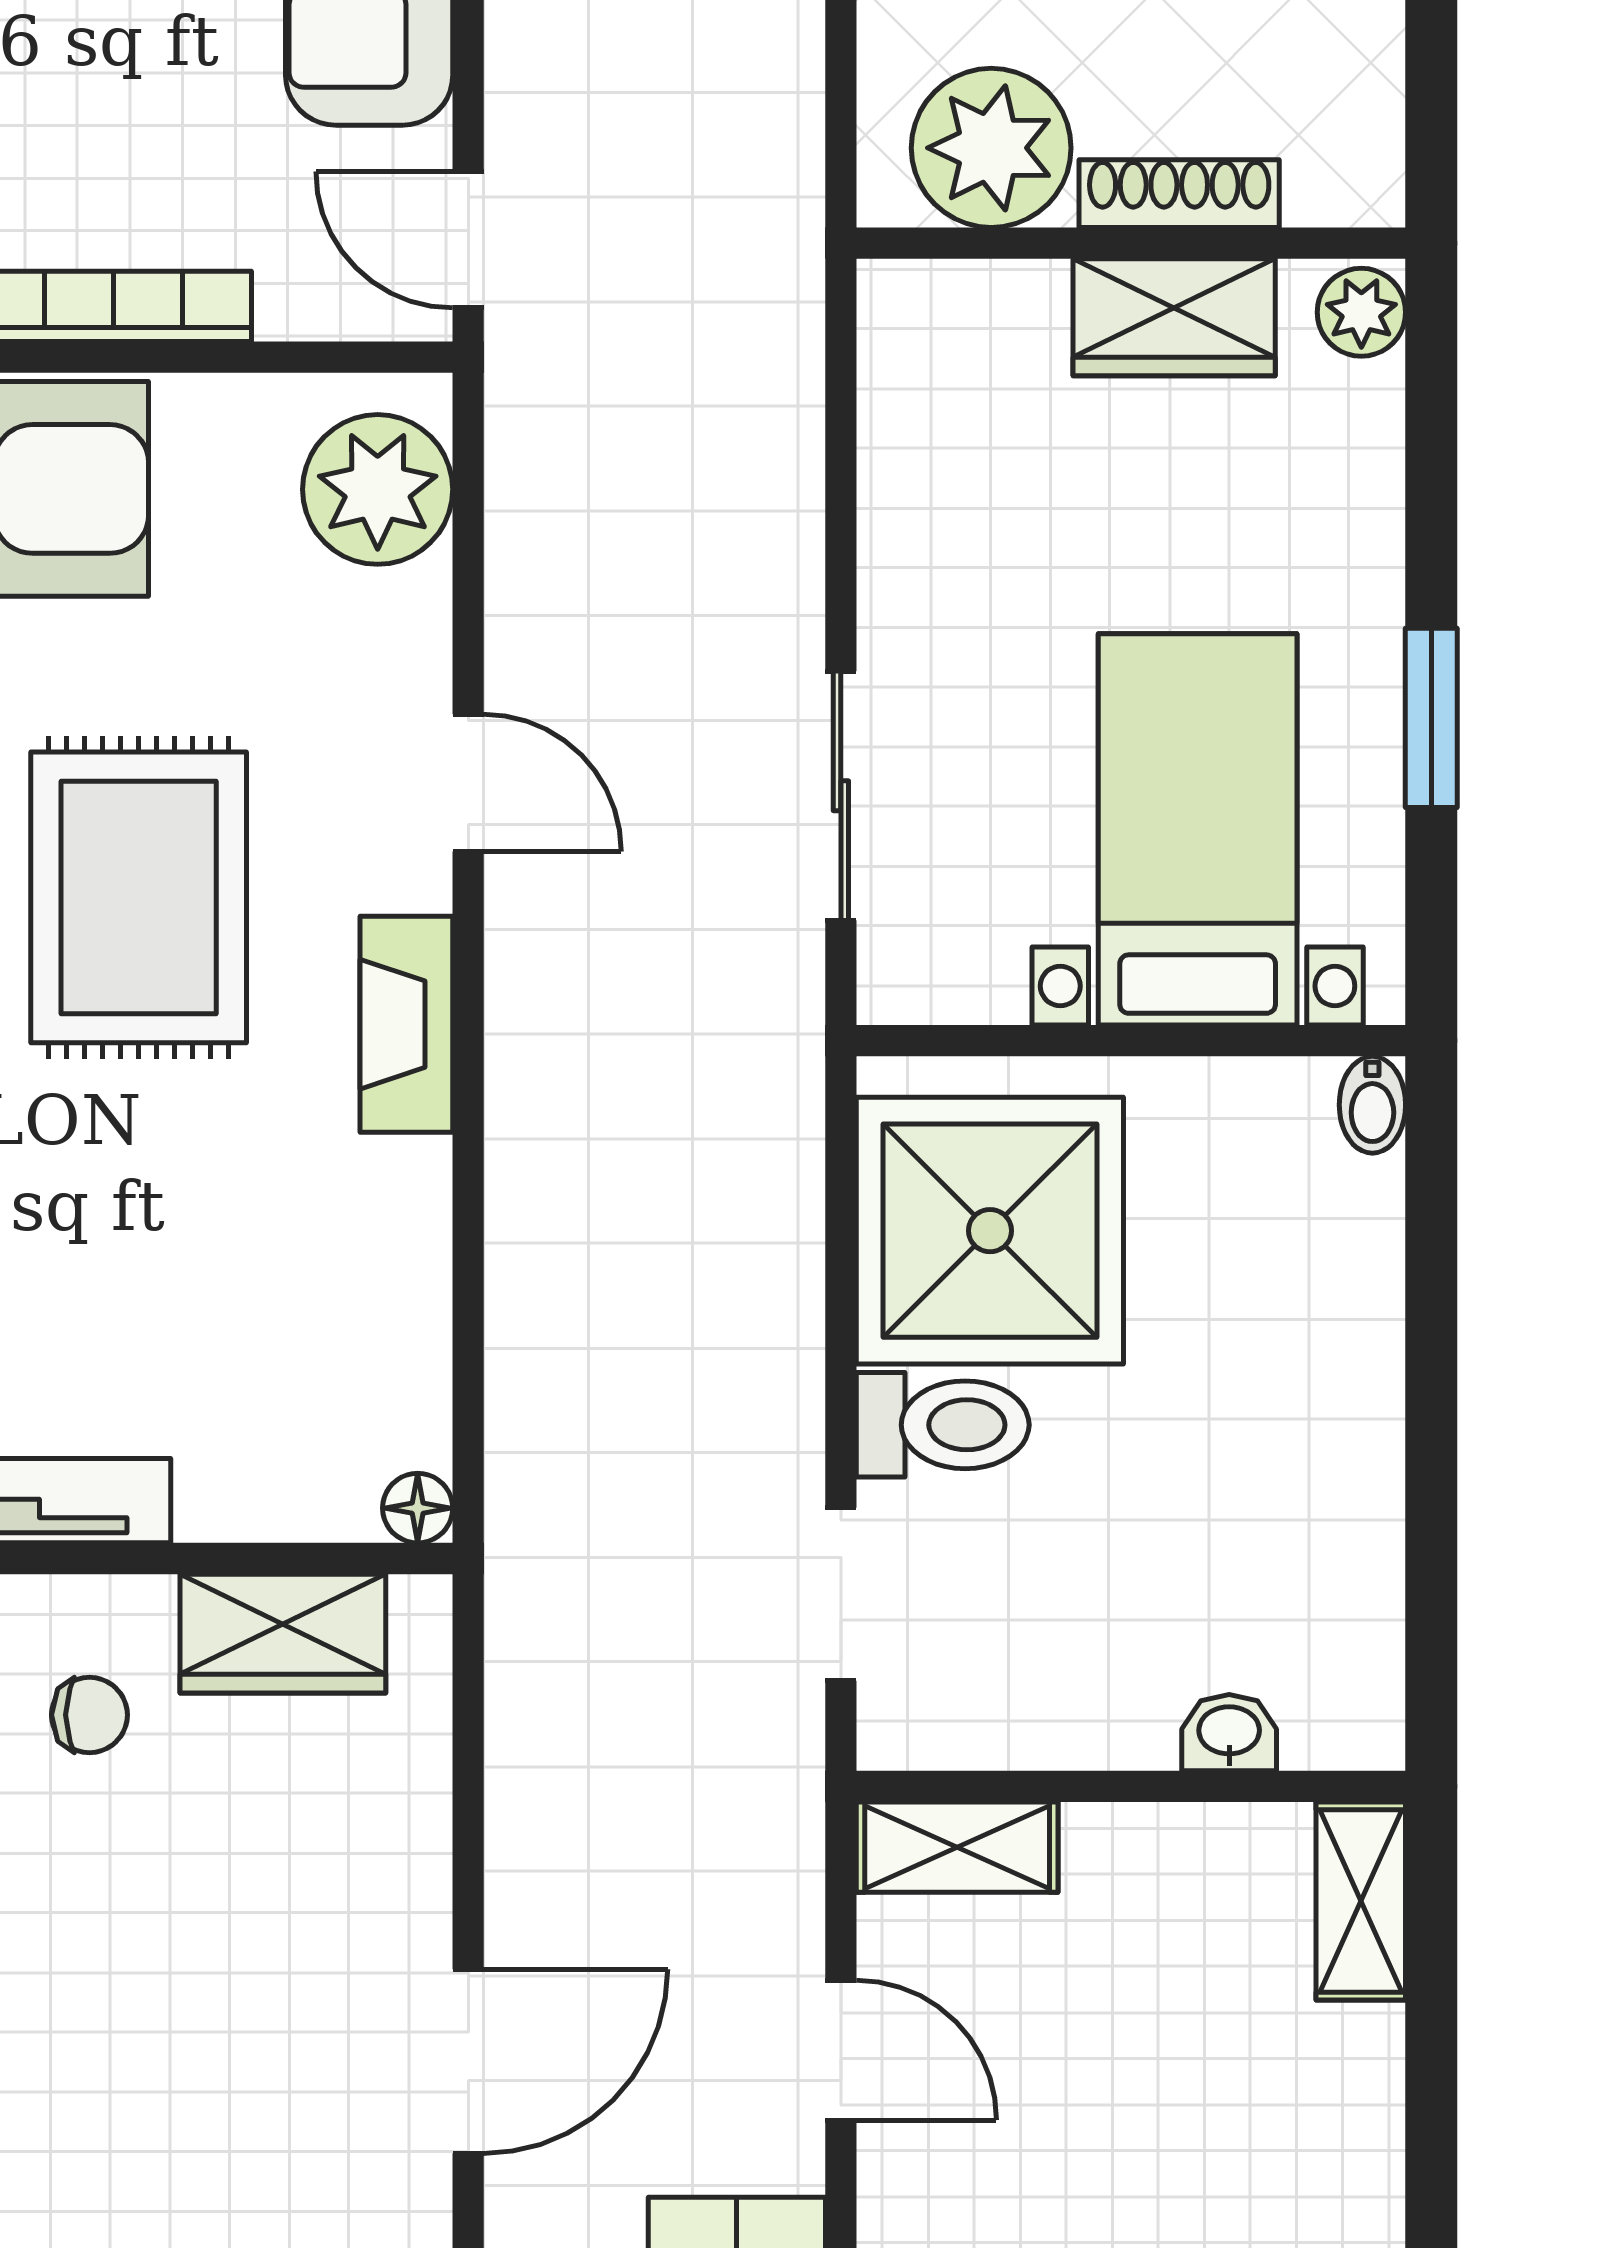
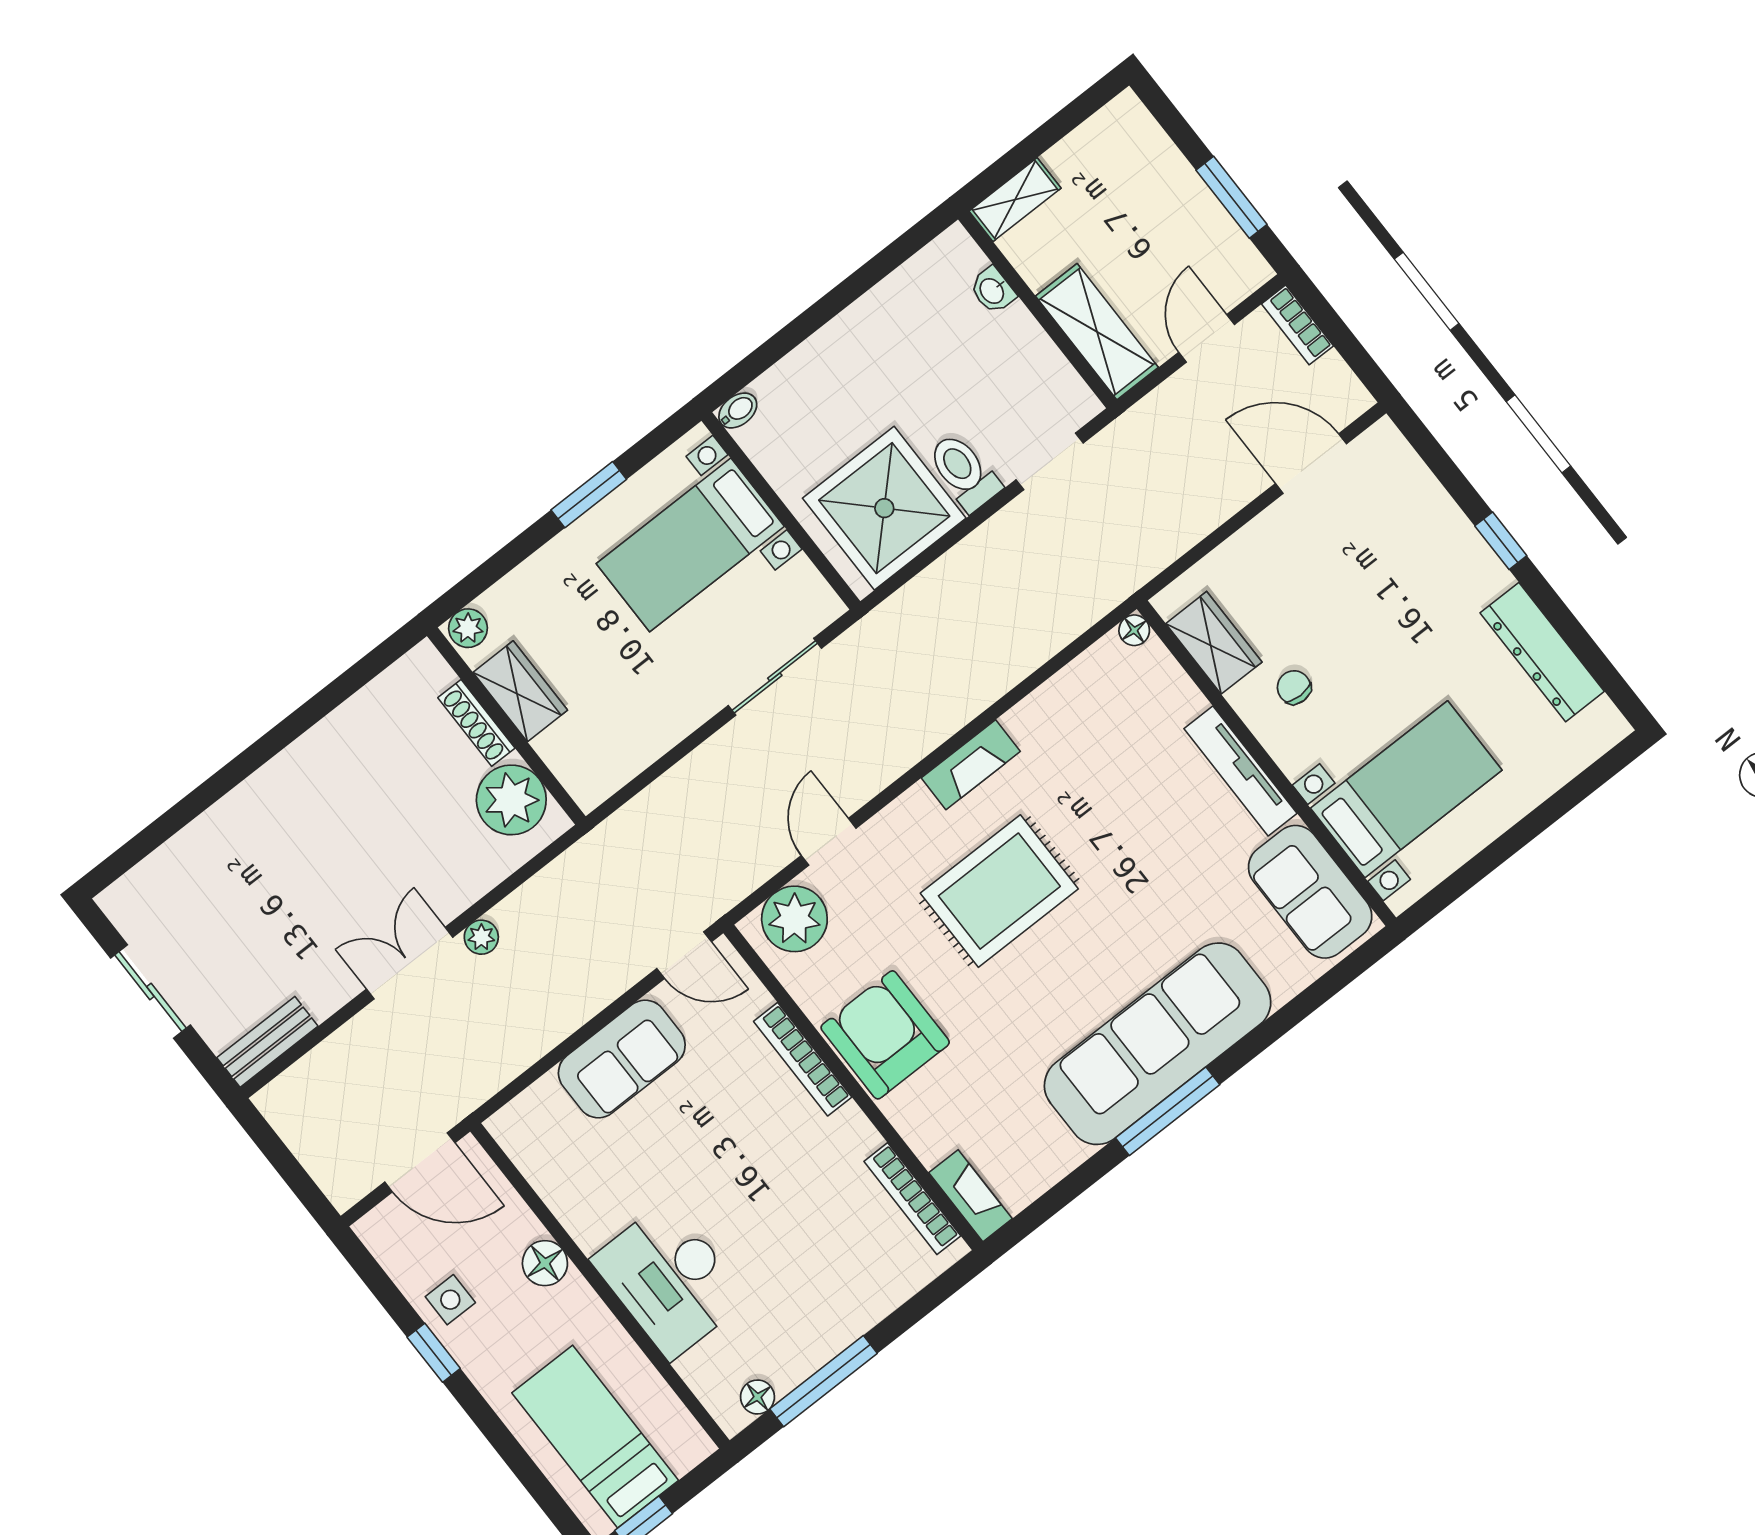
door: (468, 240) -> (684, 955), hinge flipped
door: (468, 783) -> (829, 842), moved
shelving: (957, 1847) -> (1097, 332), width x1.50, depth x1.33

